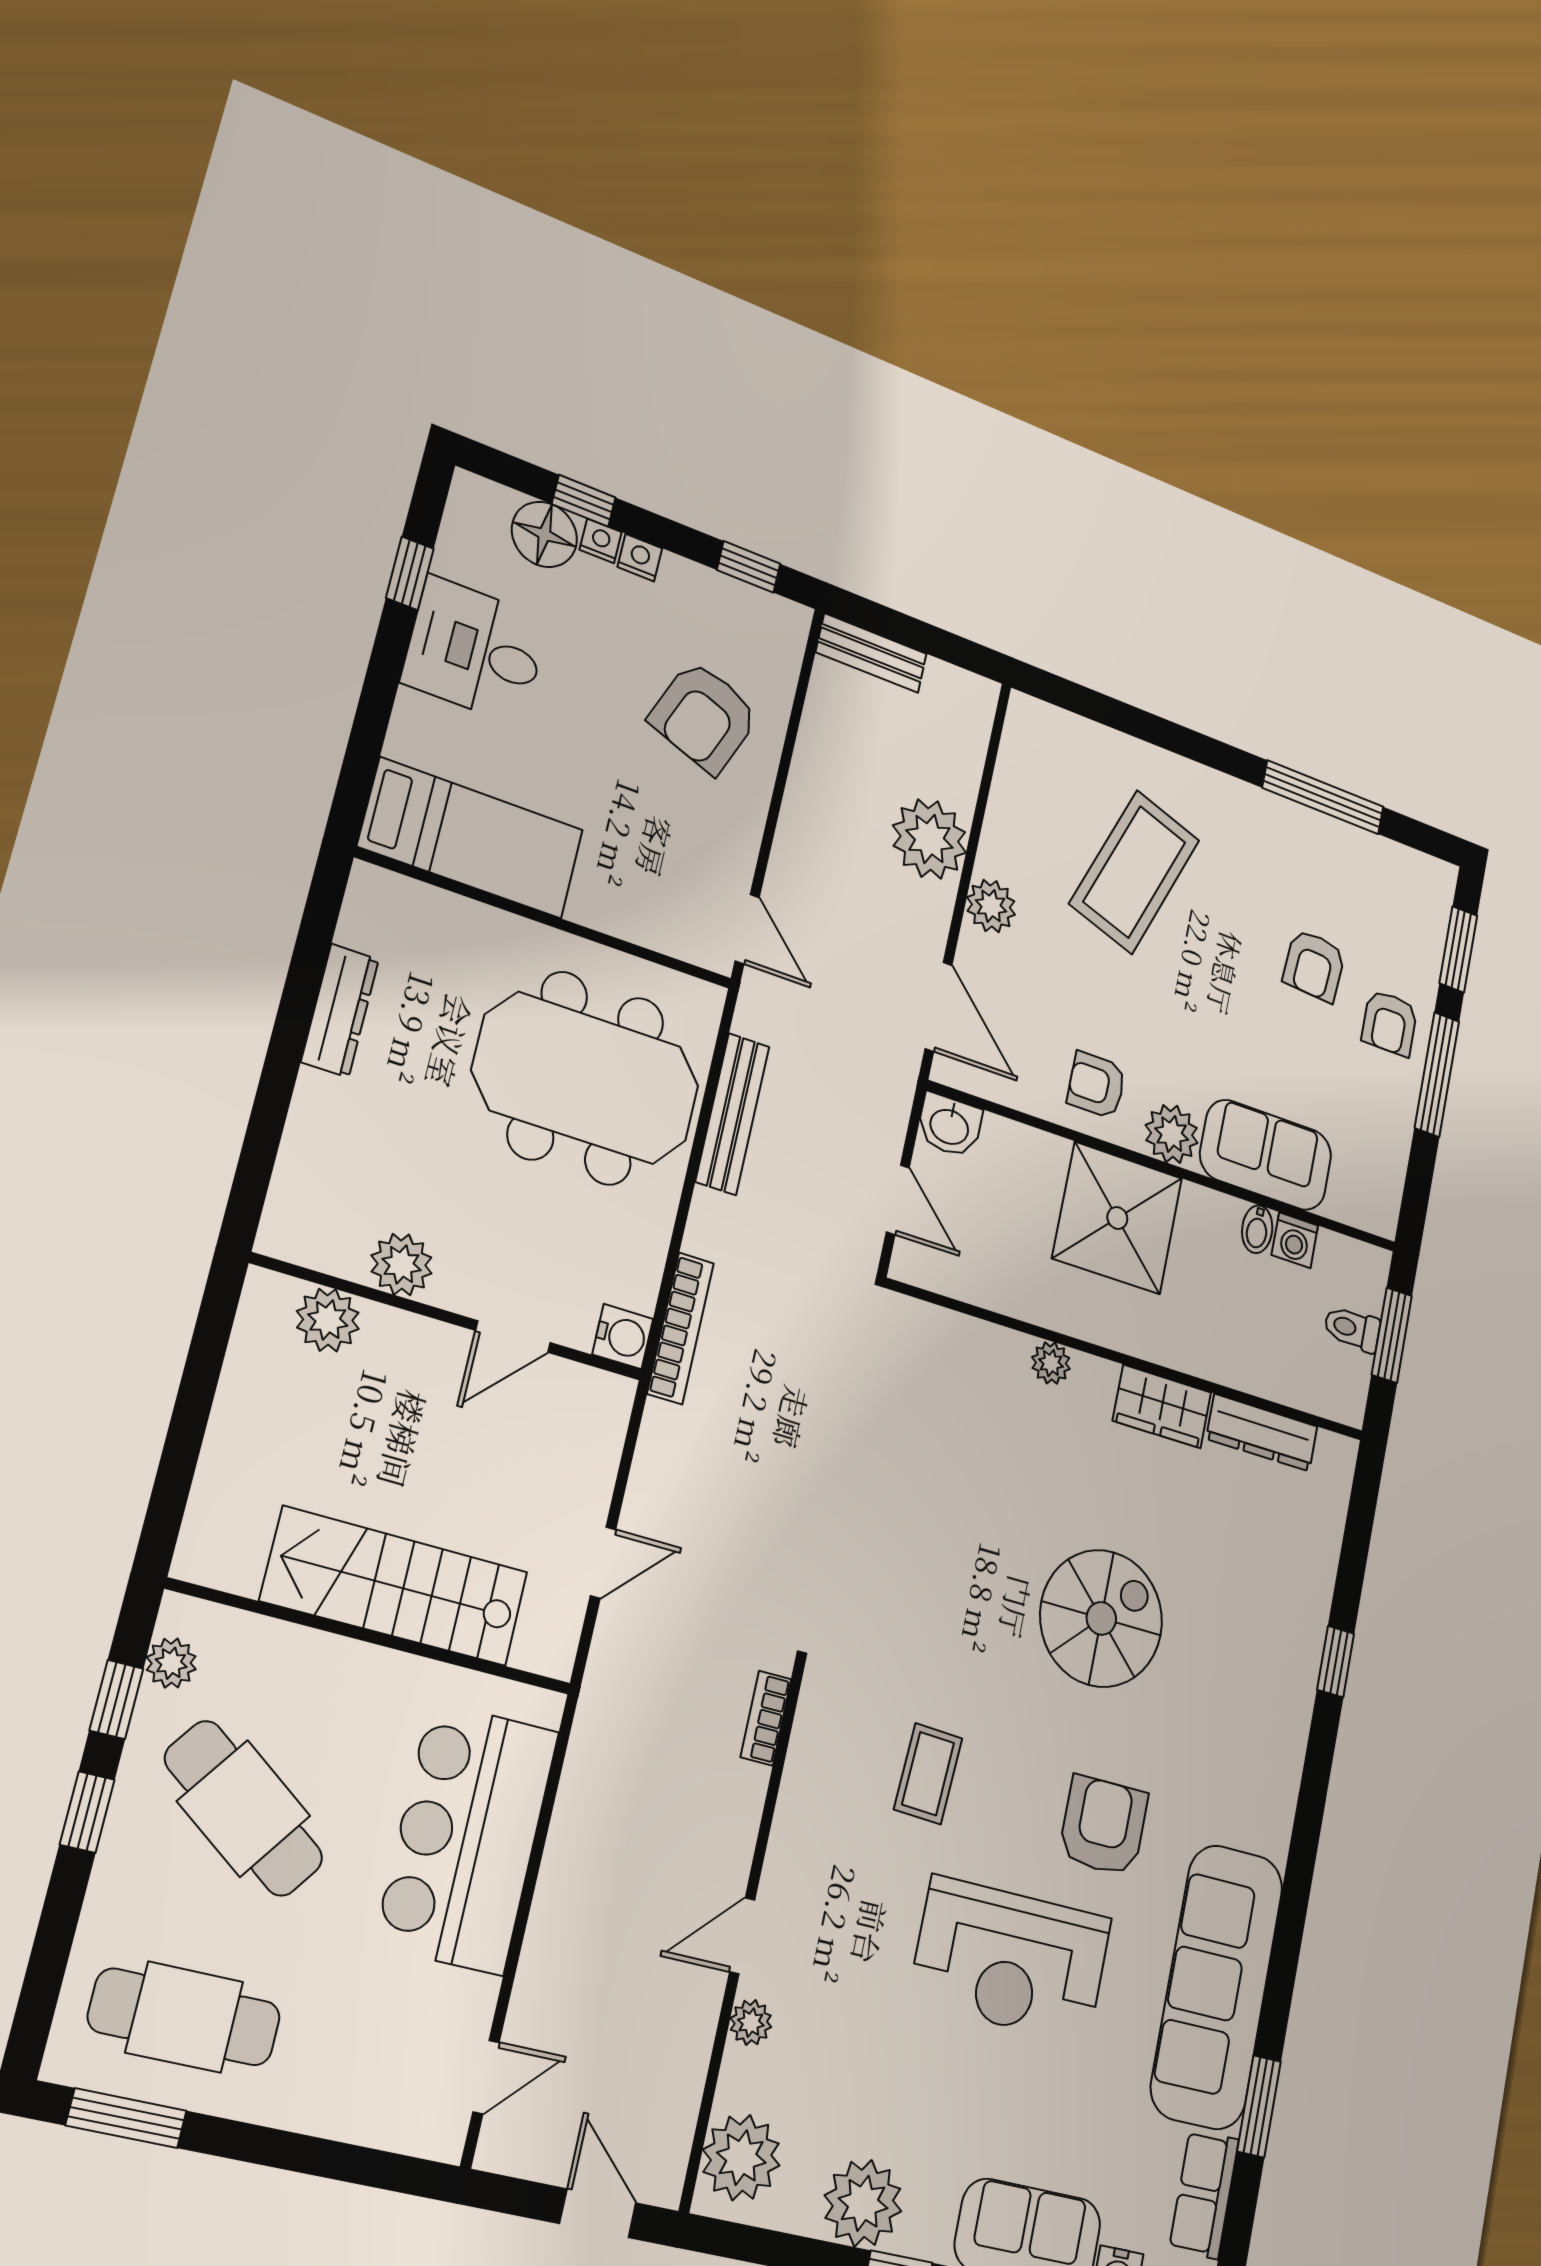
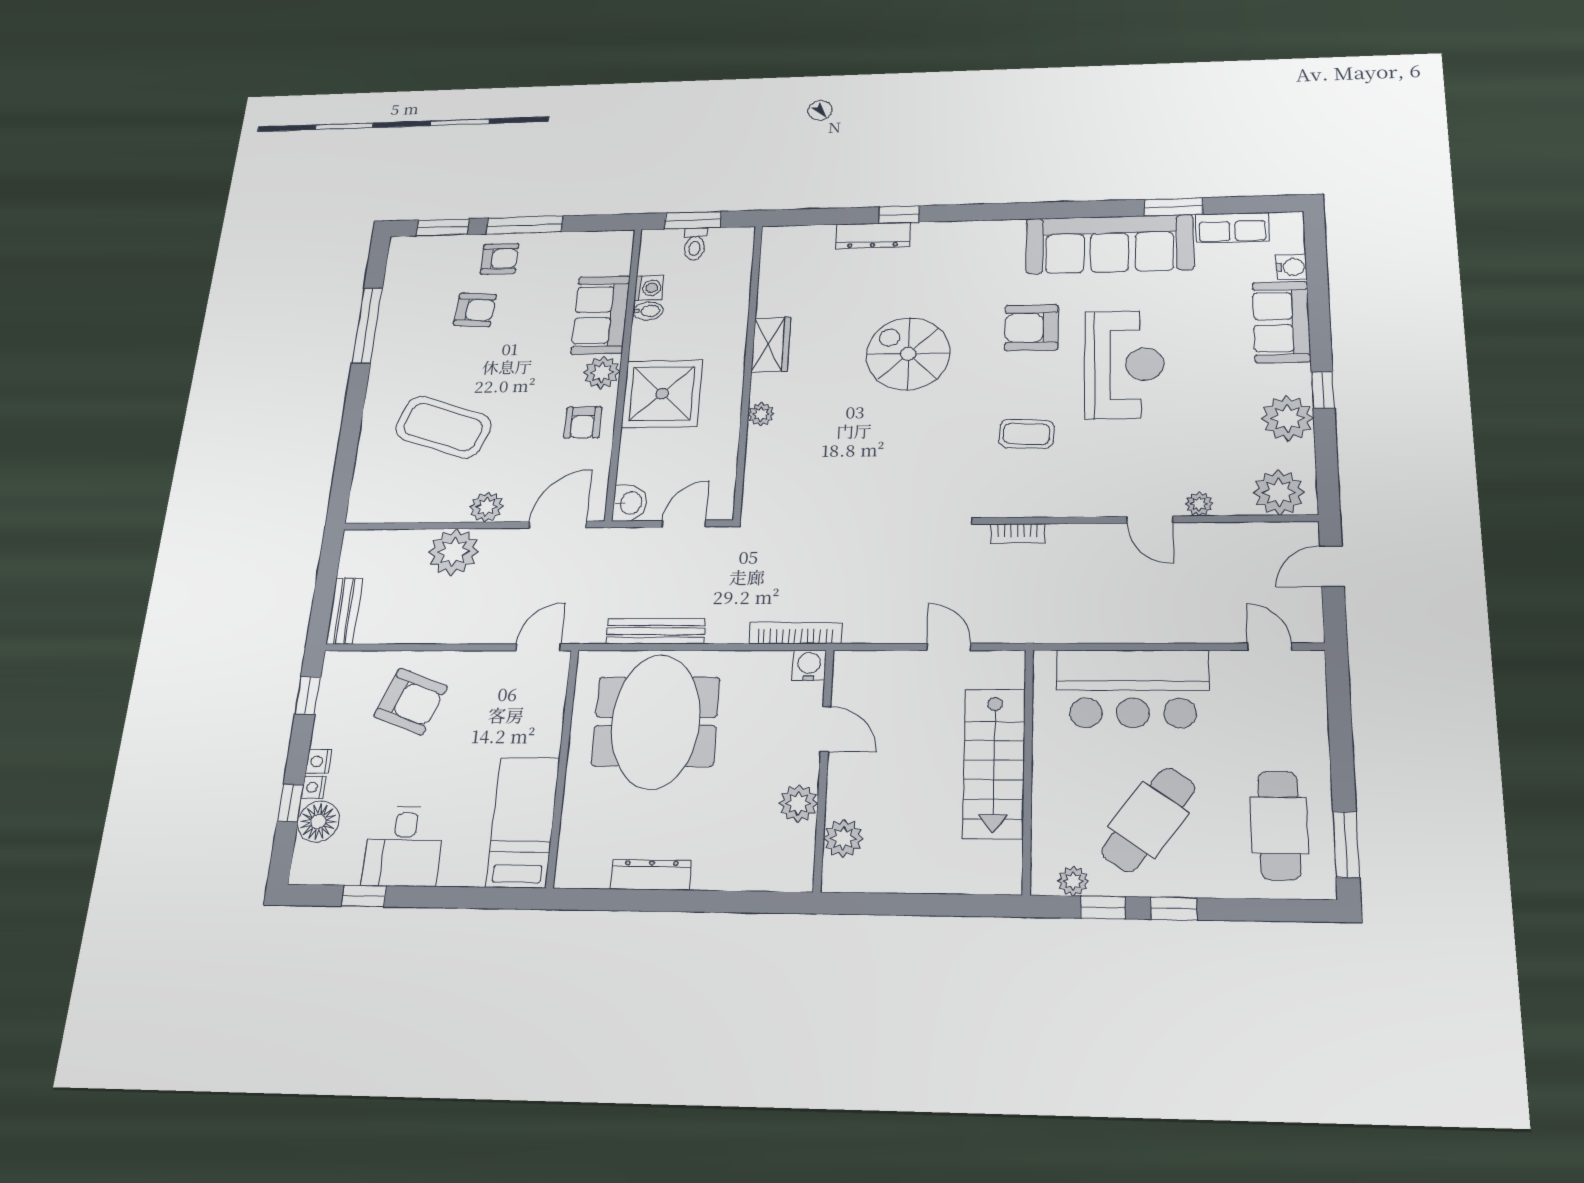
dresser: (1262, 1433) -> (873, 235), moved, turned 90

